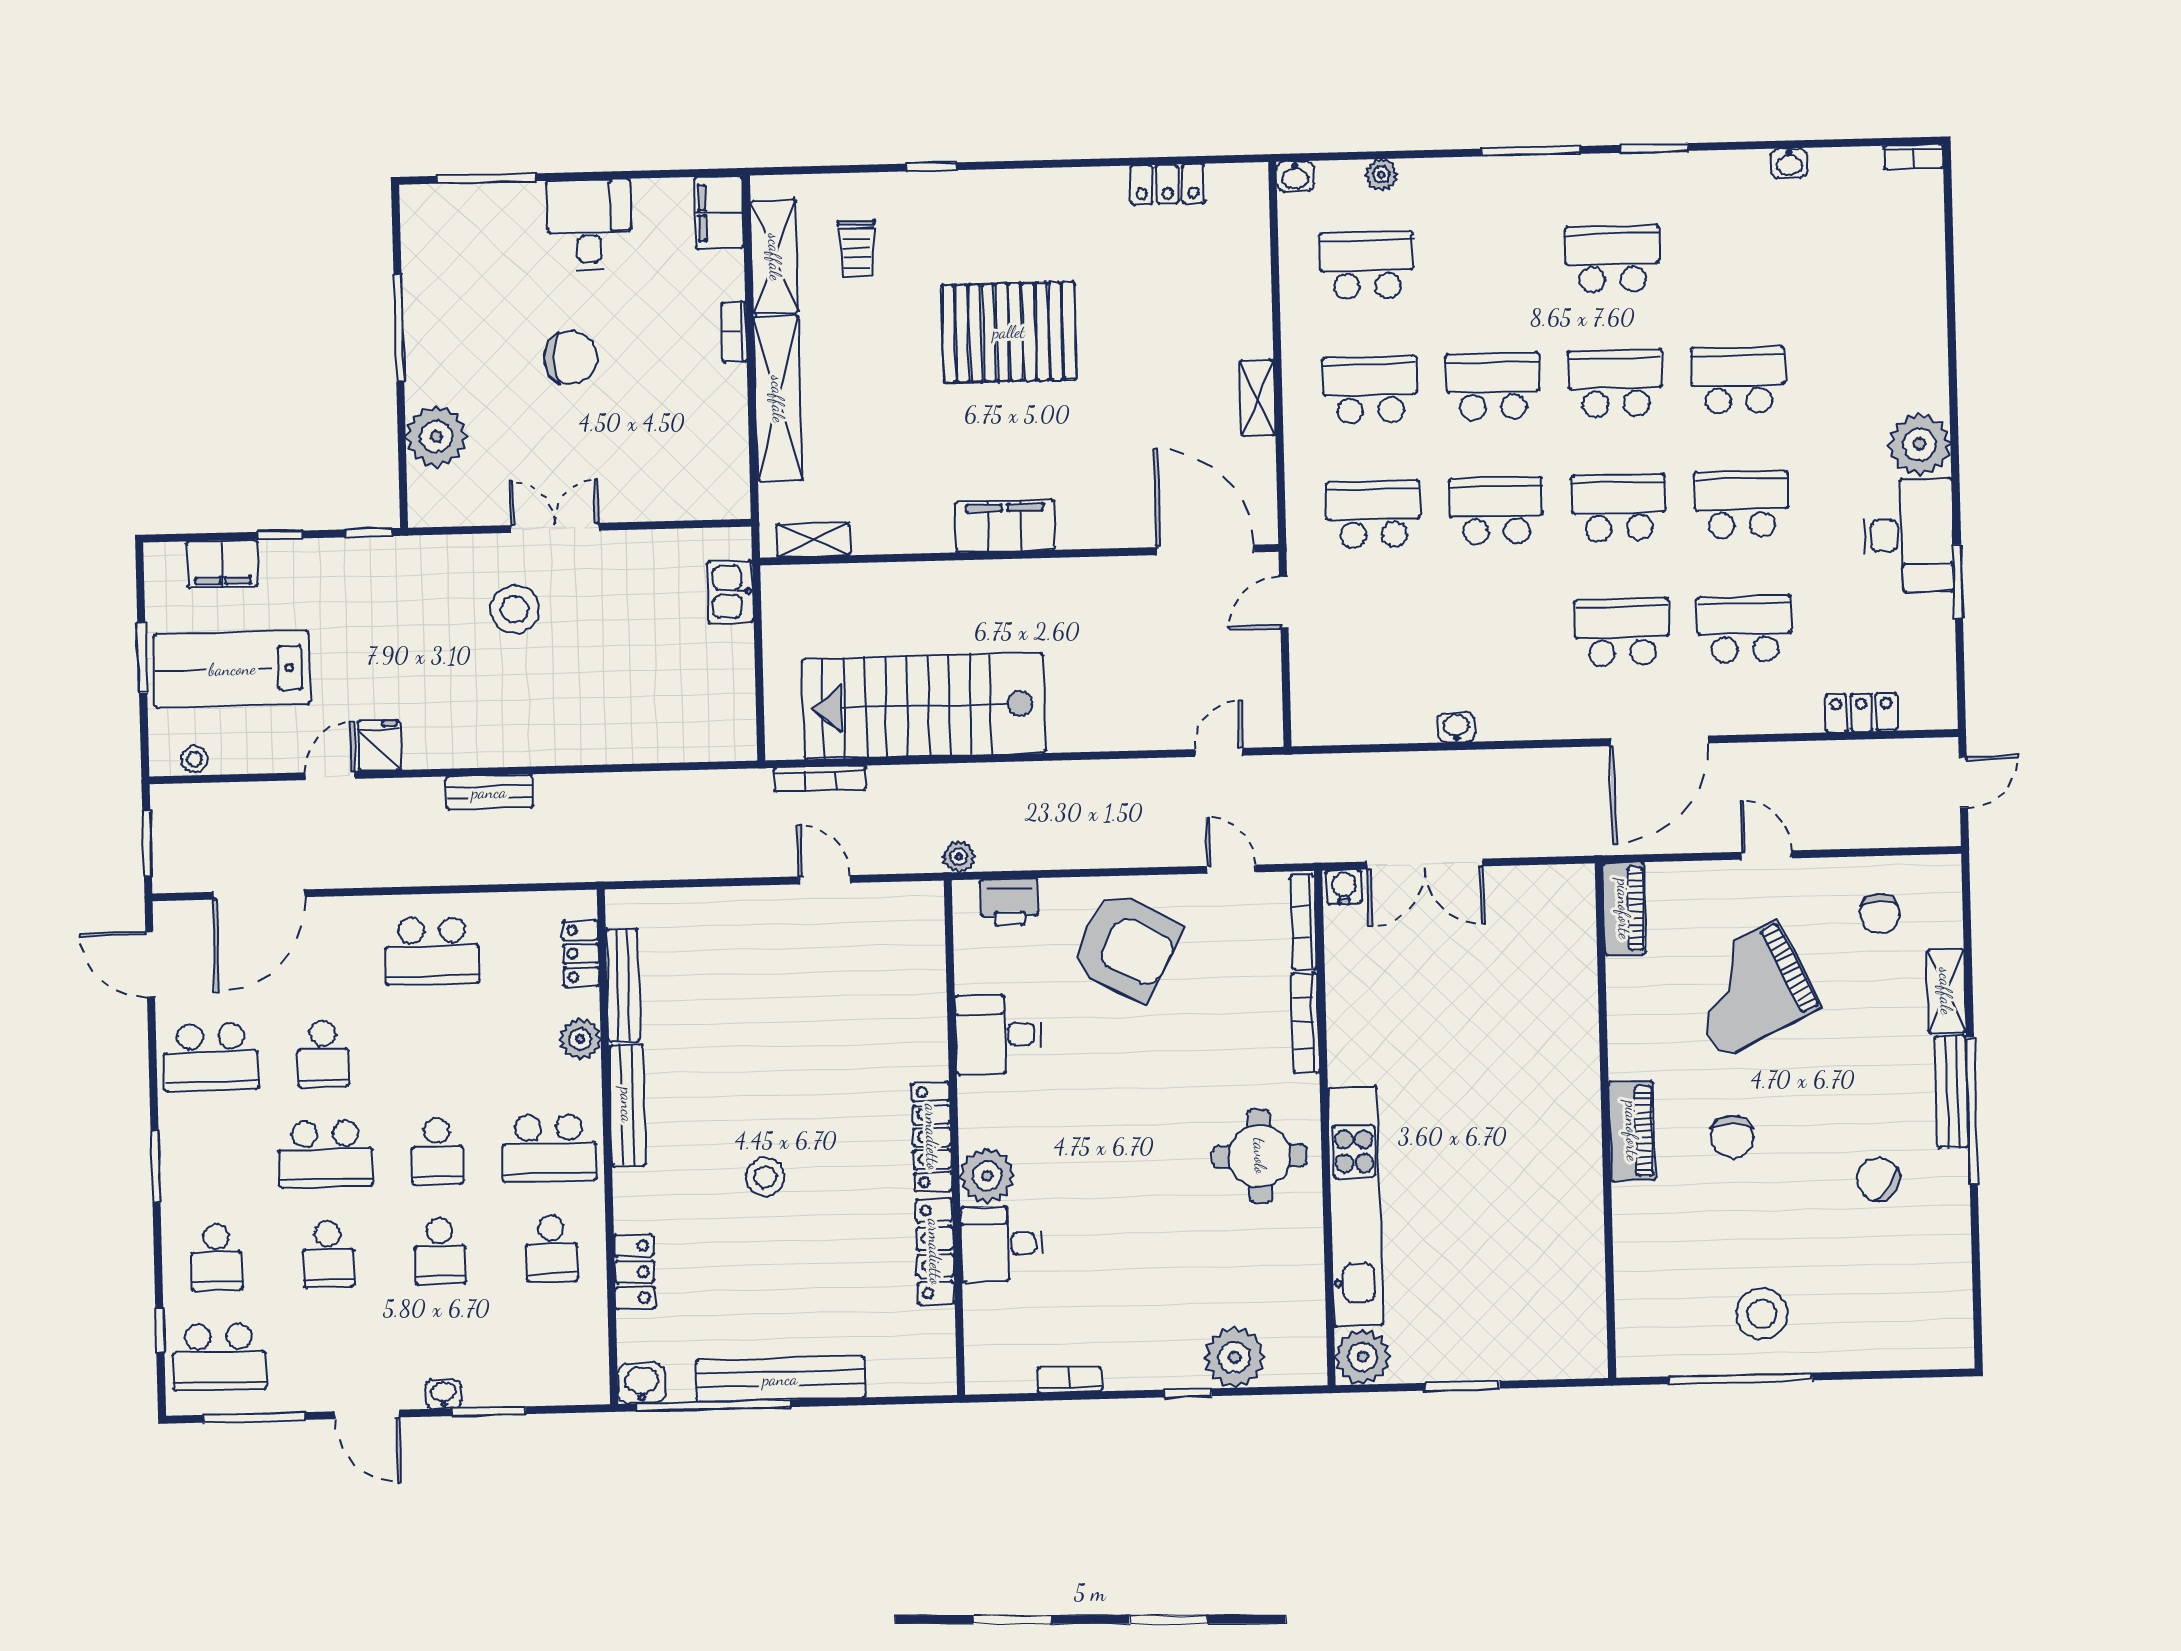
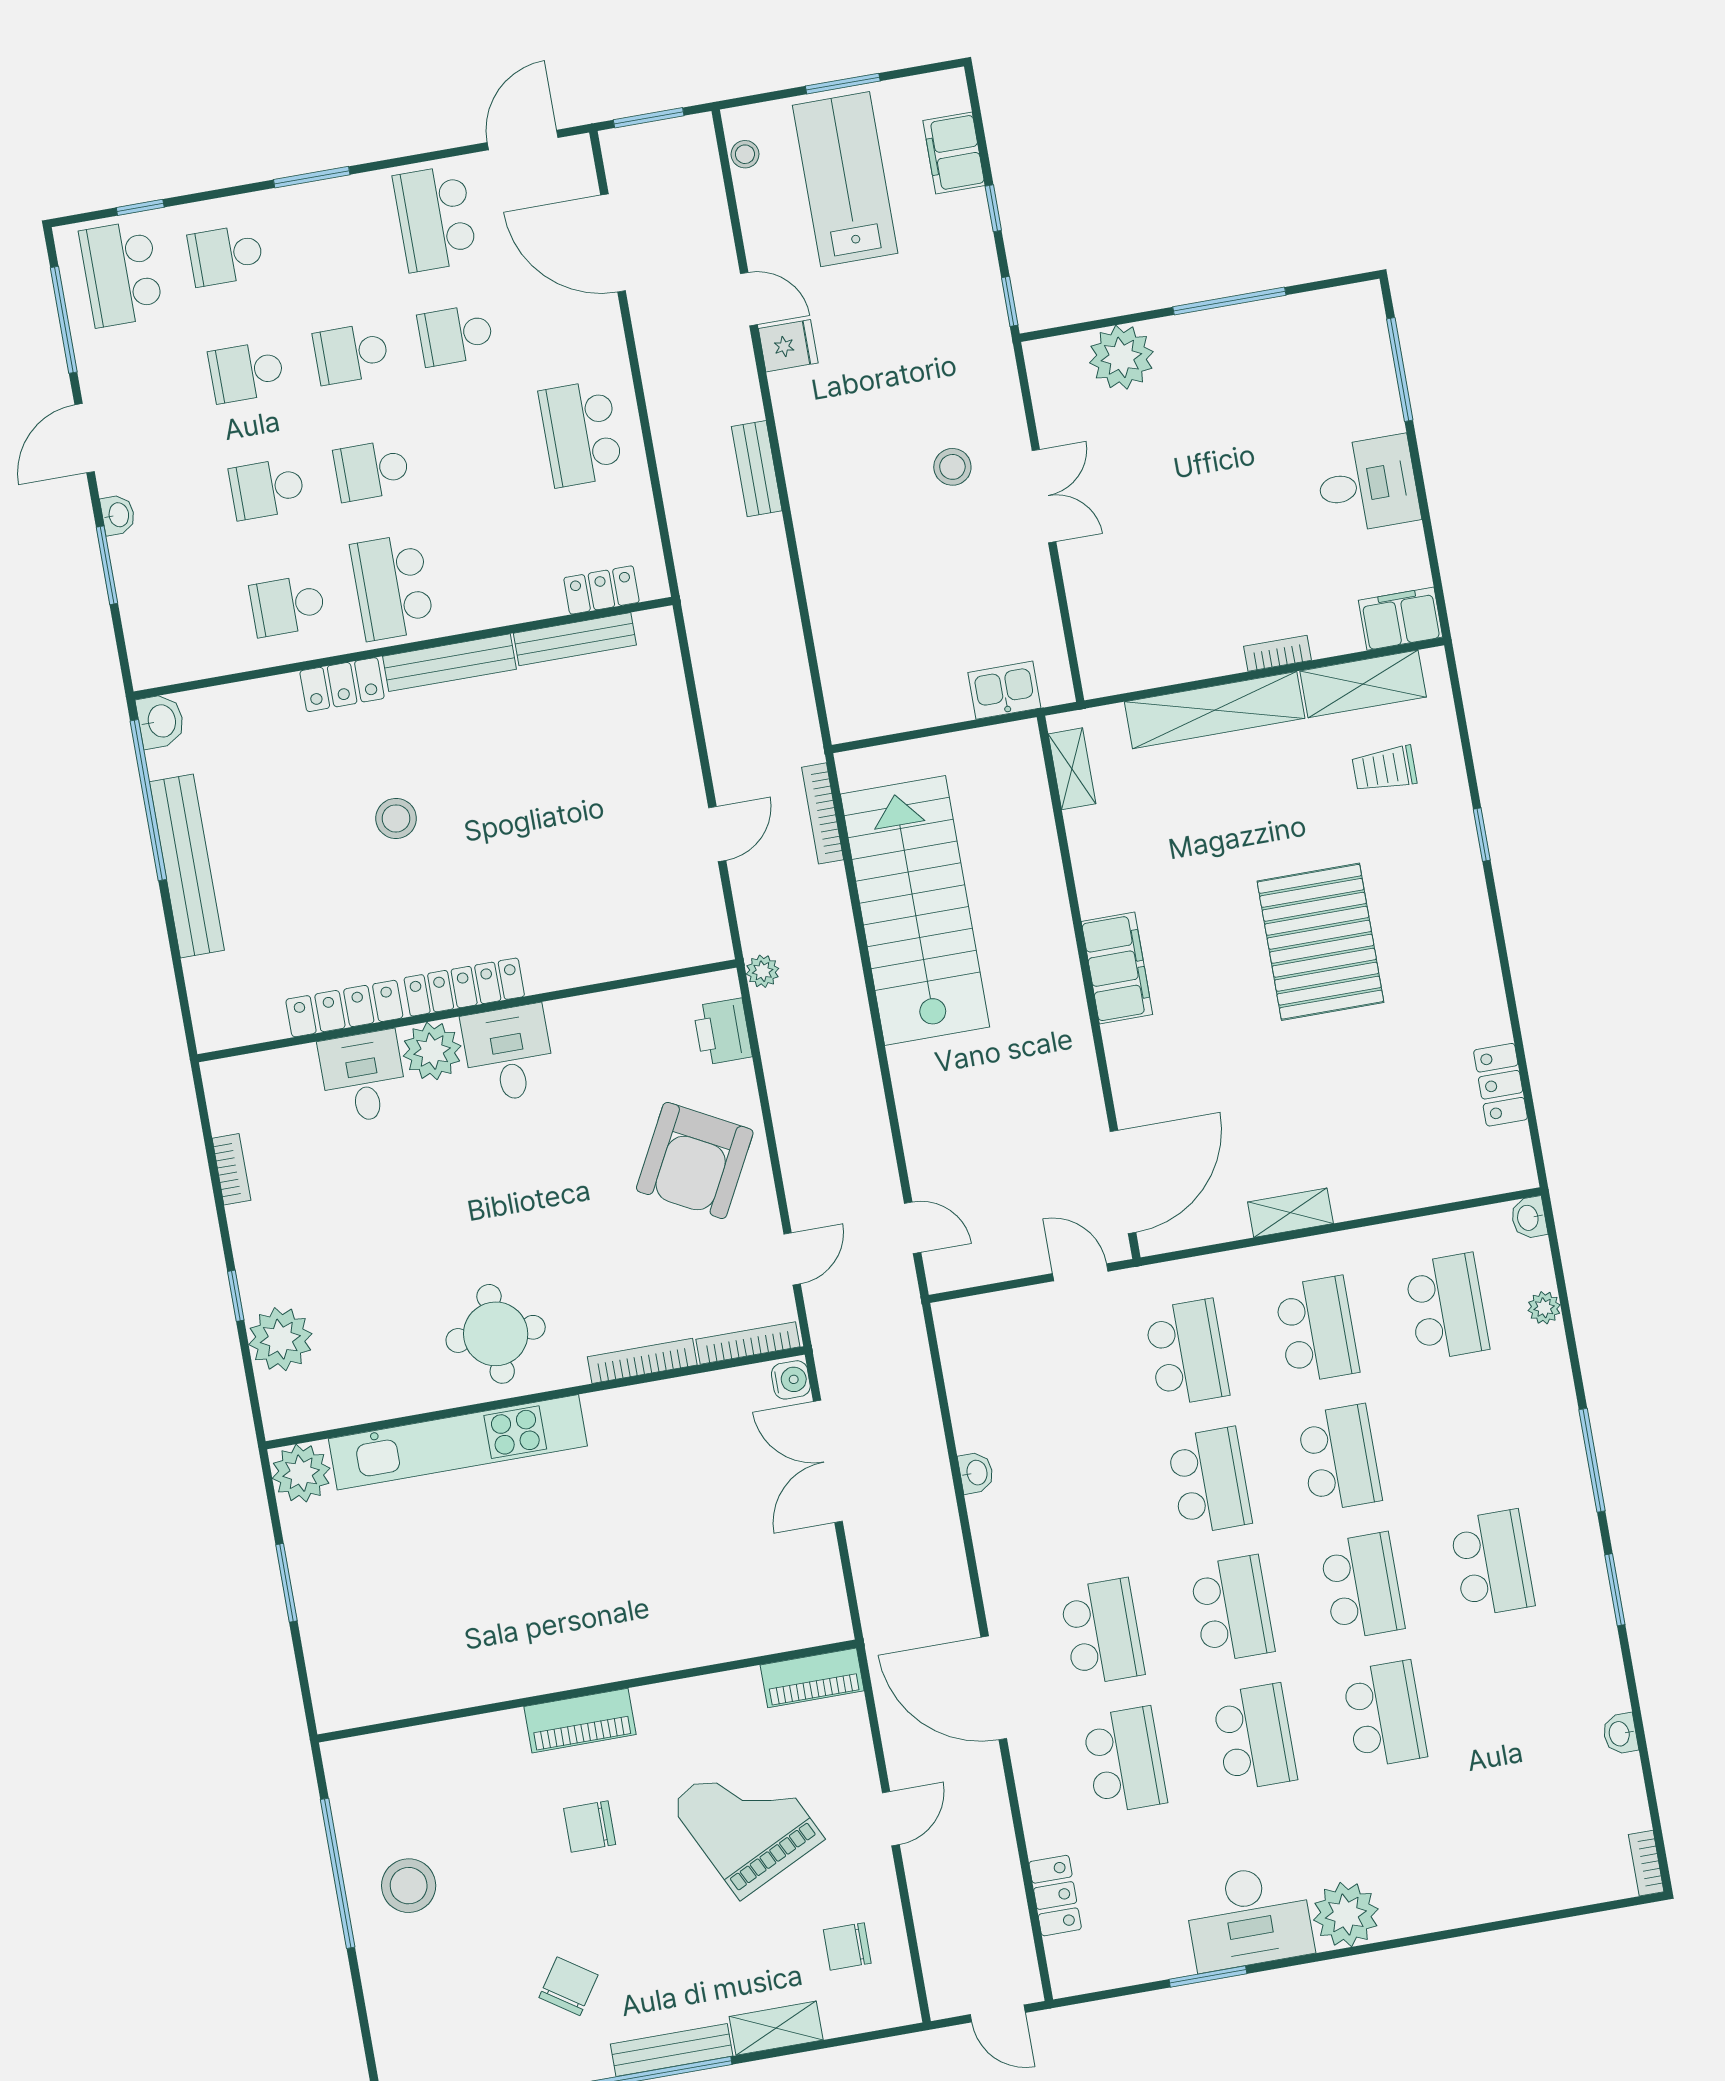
chair: (570, 358) -> (1225, 486), removed
stool: (515, 609) -> (952, 467), width x0.73, depth x0.73
desk: (998, 1034) -> (508, 1054), moved
plant: (580, 1039) -> (512, 603), removed
school desk: (326, 1154) -> (351, 354), width x0.54
locker: (635, 1272) -> (342, 685), moved

